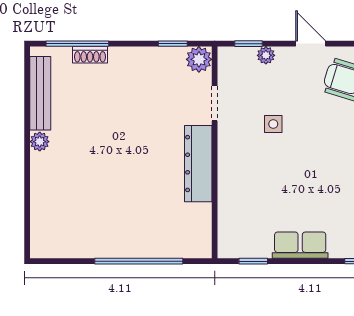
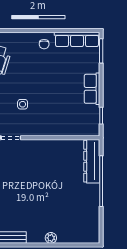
plant: (40, 142) -> (51, 238), moved
dresser: (198, 164) -> (92, 161), moved, turned 90

